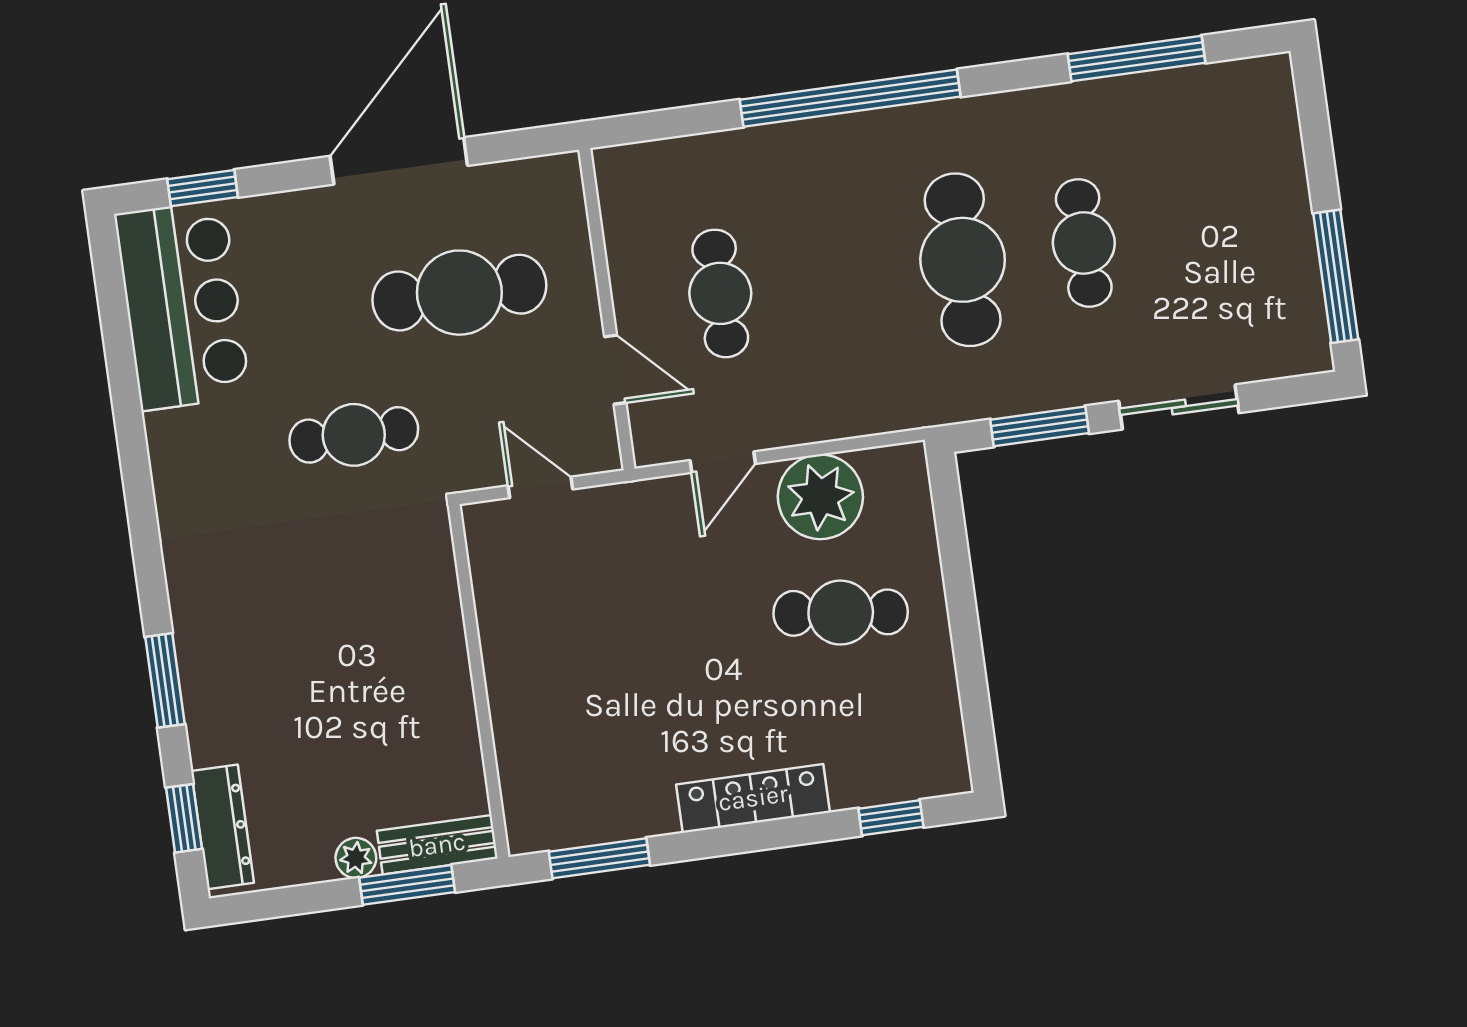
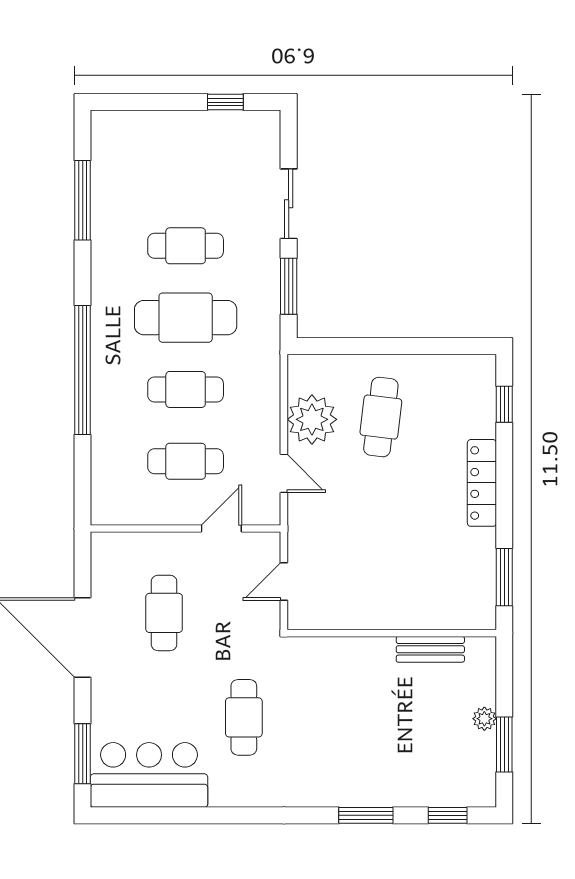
window: (203, 188) -> (83, 754), width x1.50
window: (1336, 276) -> (225, 102), width x0.46
cafe table: (841, 277) -> (186, 389), added
cafe table: (459, 293) -> (164, 613), width x0.73, depth x0.74
cafe table: (354, 435) -> (244, 717), moved
dresser: (223, 827) -> (456, 794), removed
bench: (437, 845) -> (430, 649), moved, turned 90
window: (407, 885) -> (504, 744), moved

